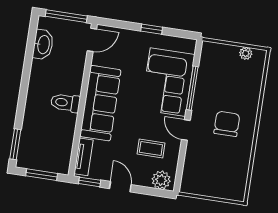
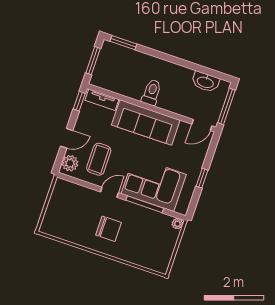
door: (92, 40) -> (202, 125), hinge flipped
plant: (246, 53) -> (177, 224), moved
coffee table: (151, 149) -> (99, 159), width x1.36, depth x1.30
door: (120, 187) -> (67, 138), moved

